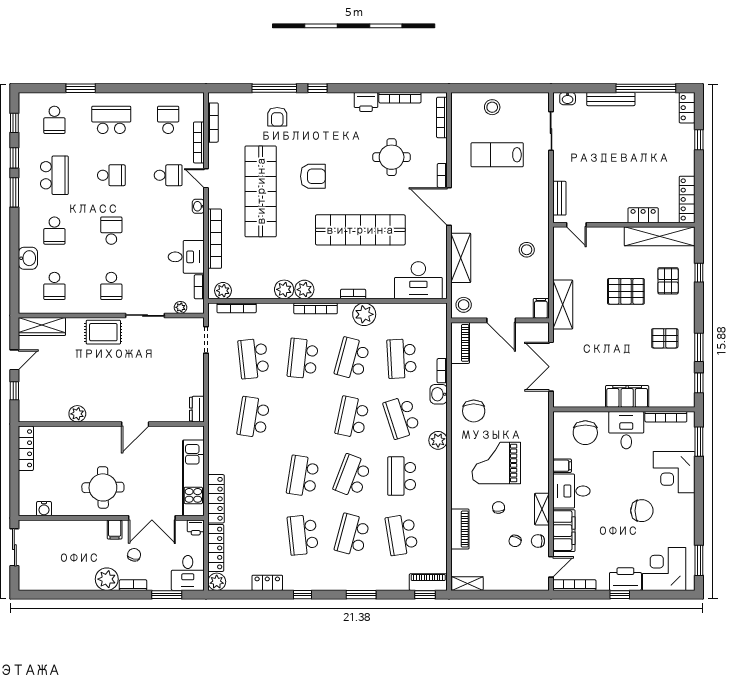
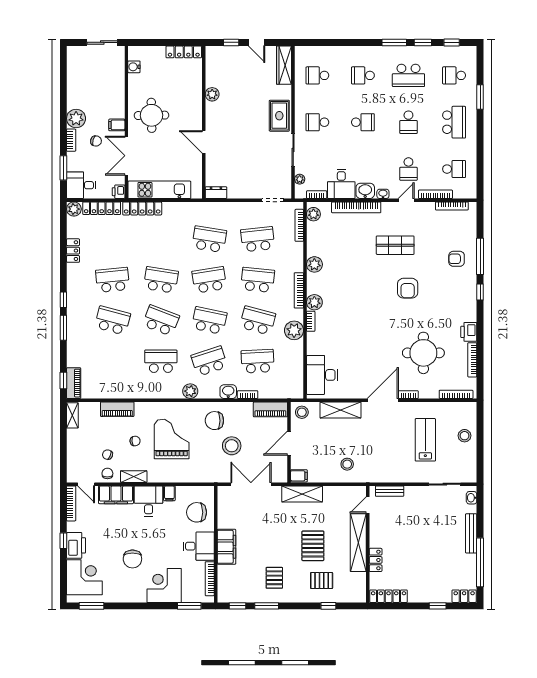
round table: (392, 157) -> (423, 353), width x1.36, depth x1.36
shop shelf: (261, 191) -> (395, 245), width x0.50, depth x0.74
shop shelf: (360, 230) -> (364, 327), removed
shelving: (660, 236) -> (358, 543), moved
washbasin: (28, 258) -> (365, 191), moved, turned 180
plant: (304, 290) -> (314, 302), moved
stool: (504, 390) -> (232, 446), added
school desk: (402, 535) -> (209, 280), moved
window: (302, 595) -> (63, 300), moved

